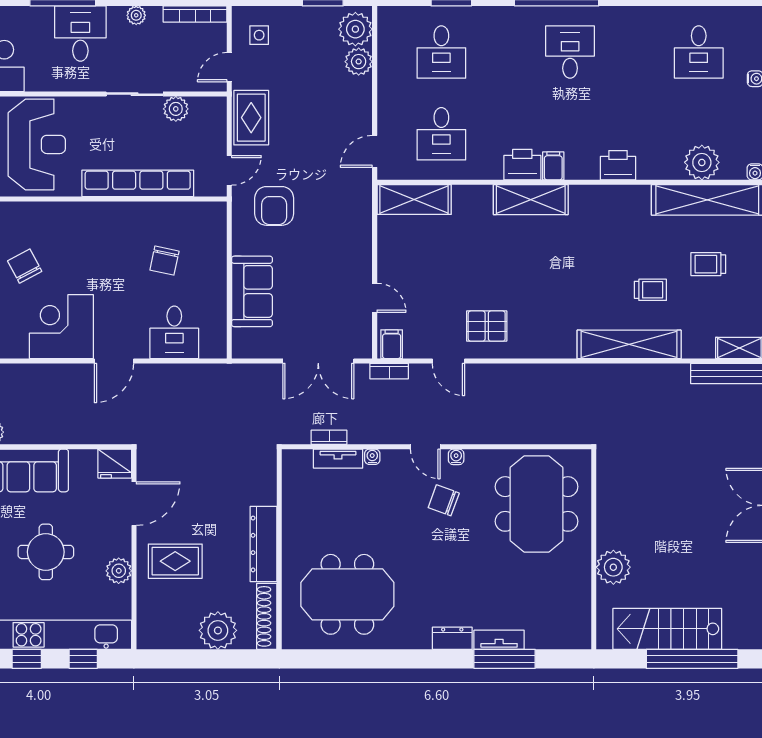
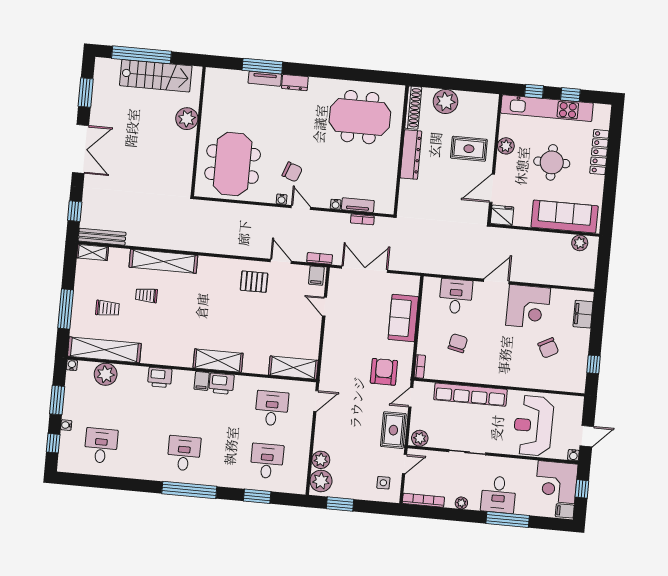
desk: (570, 52) -> (184, 453), turned 180
plant: (176, 109) -> (420, 438), moved
bookcase: (220, 219) -> (420, 366), added

